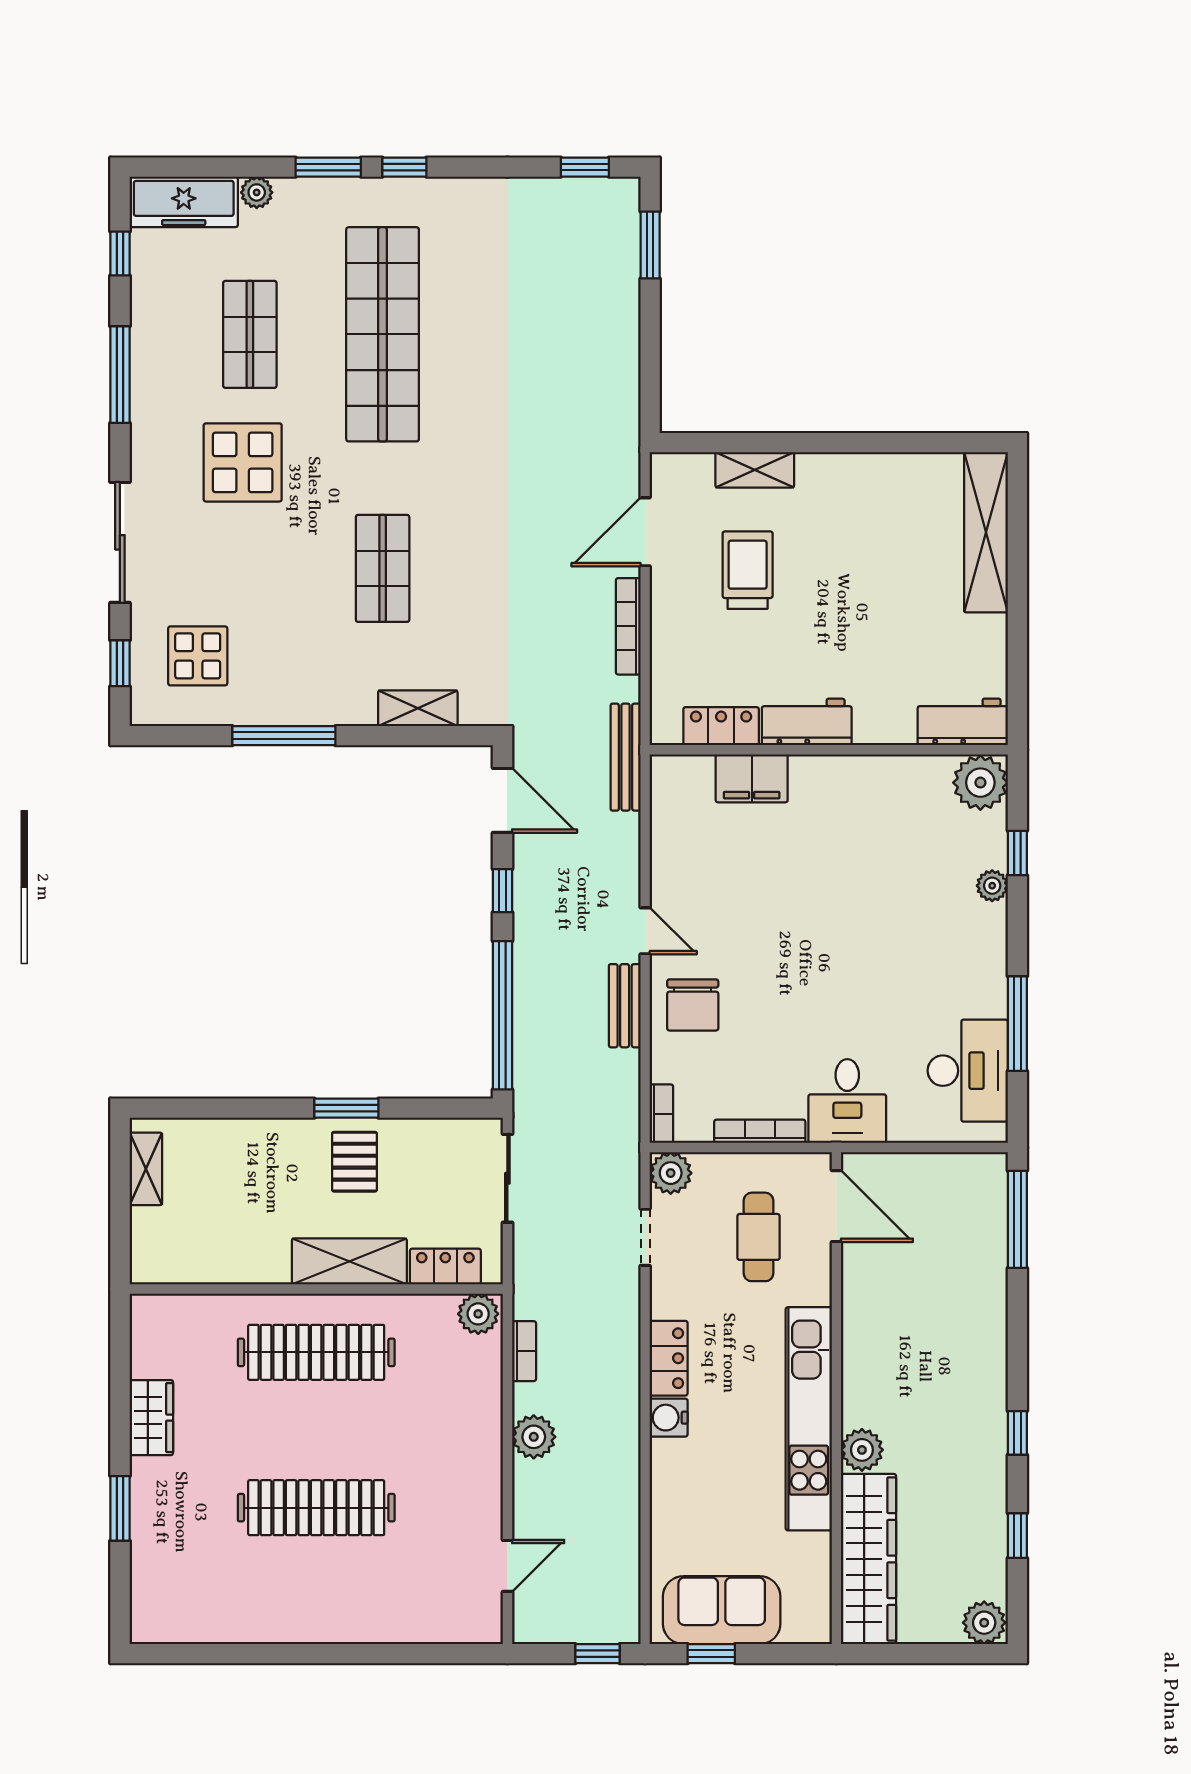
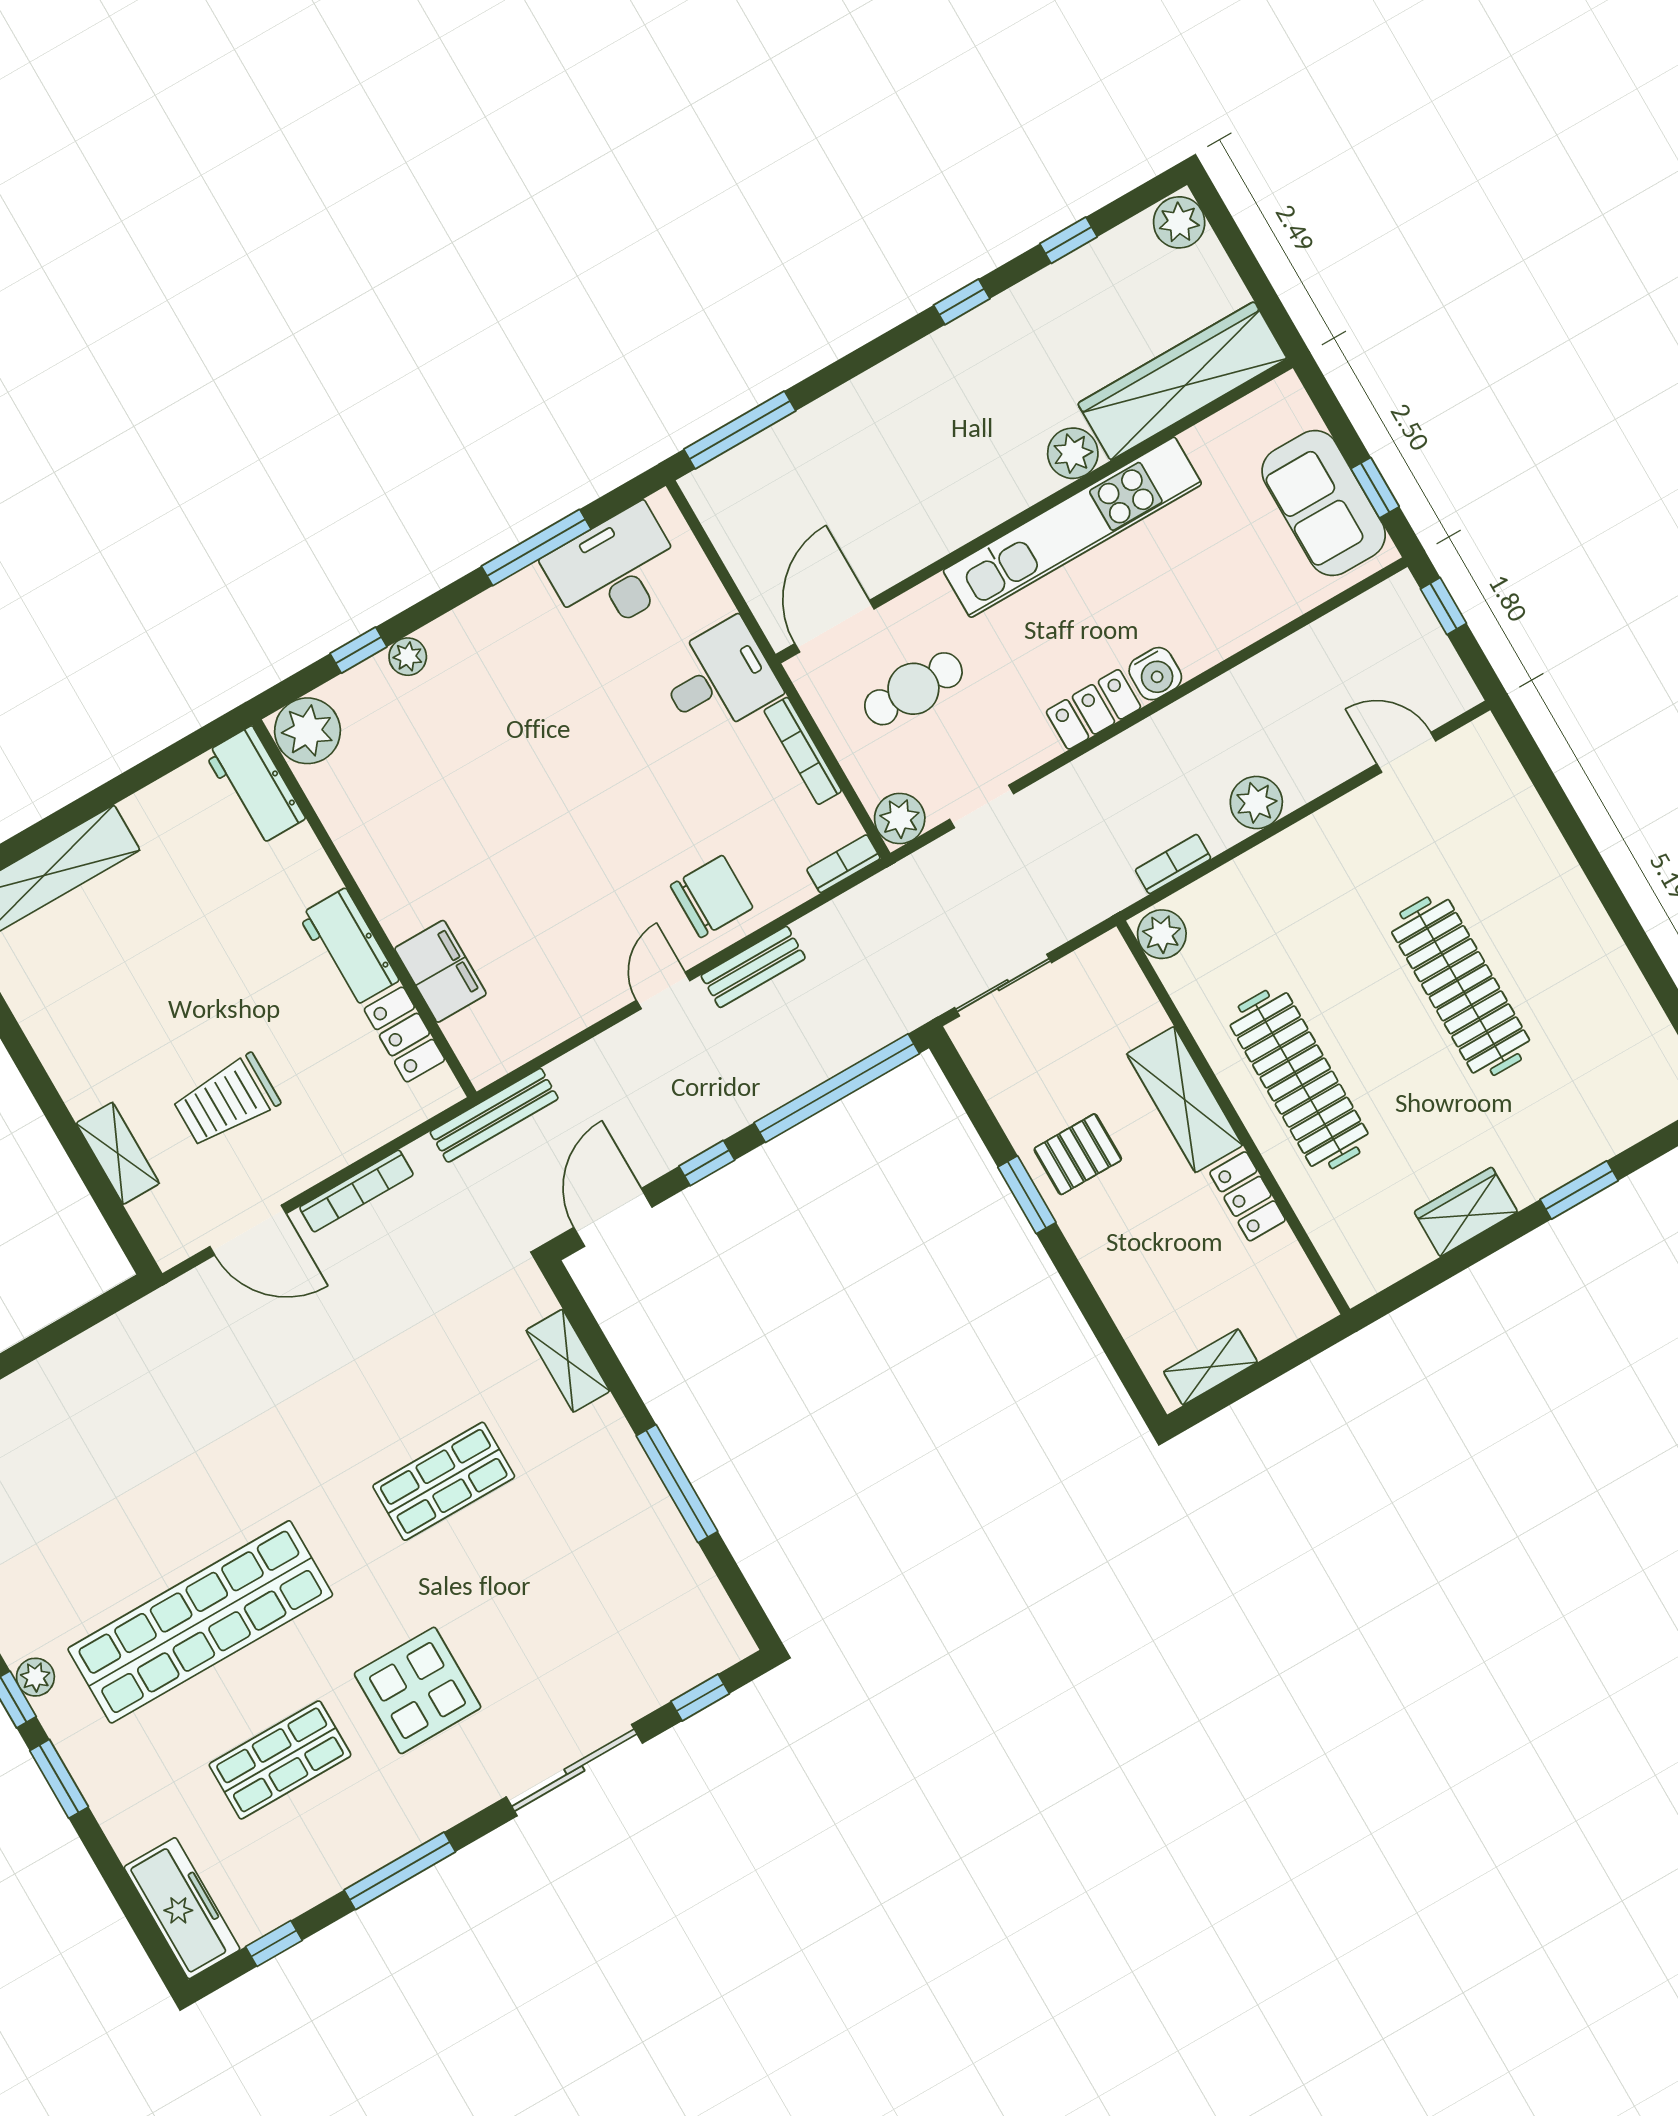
plant: (257, 192) -> (35, 1677), moved
display table: (198, 656) -> (646, 1621), removed
locker: (445, 1267) -> (1248, 1196), moved

